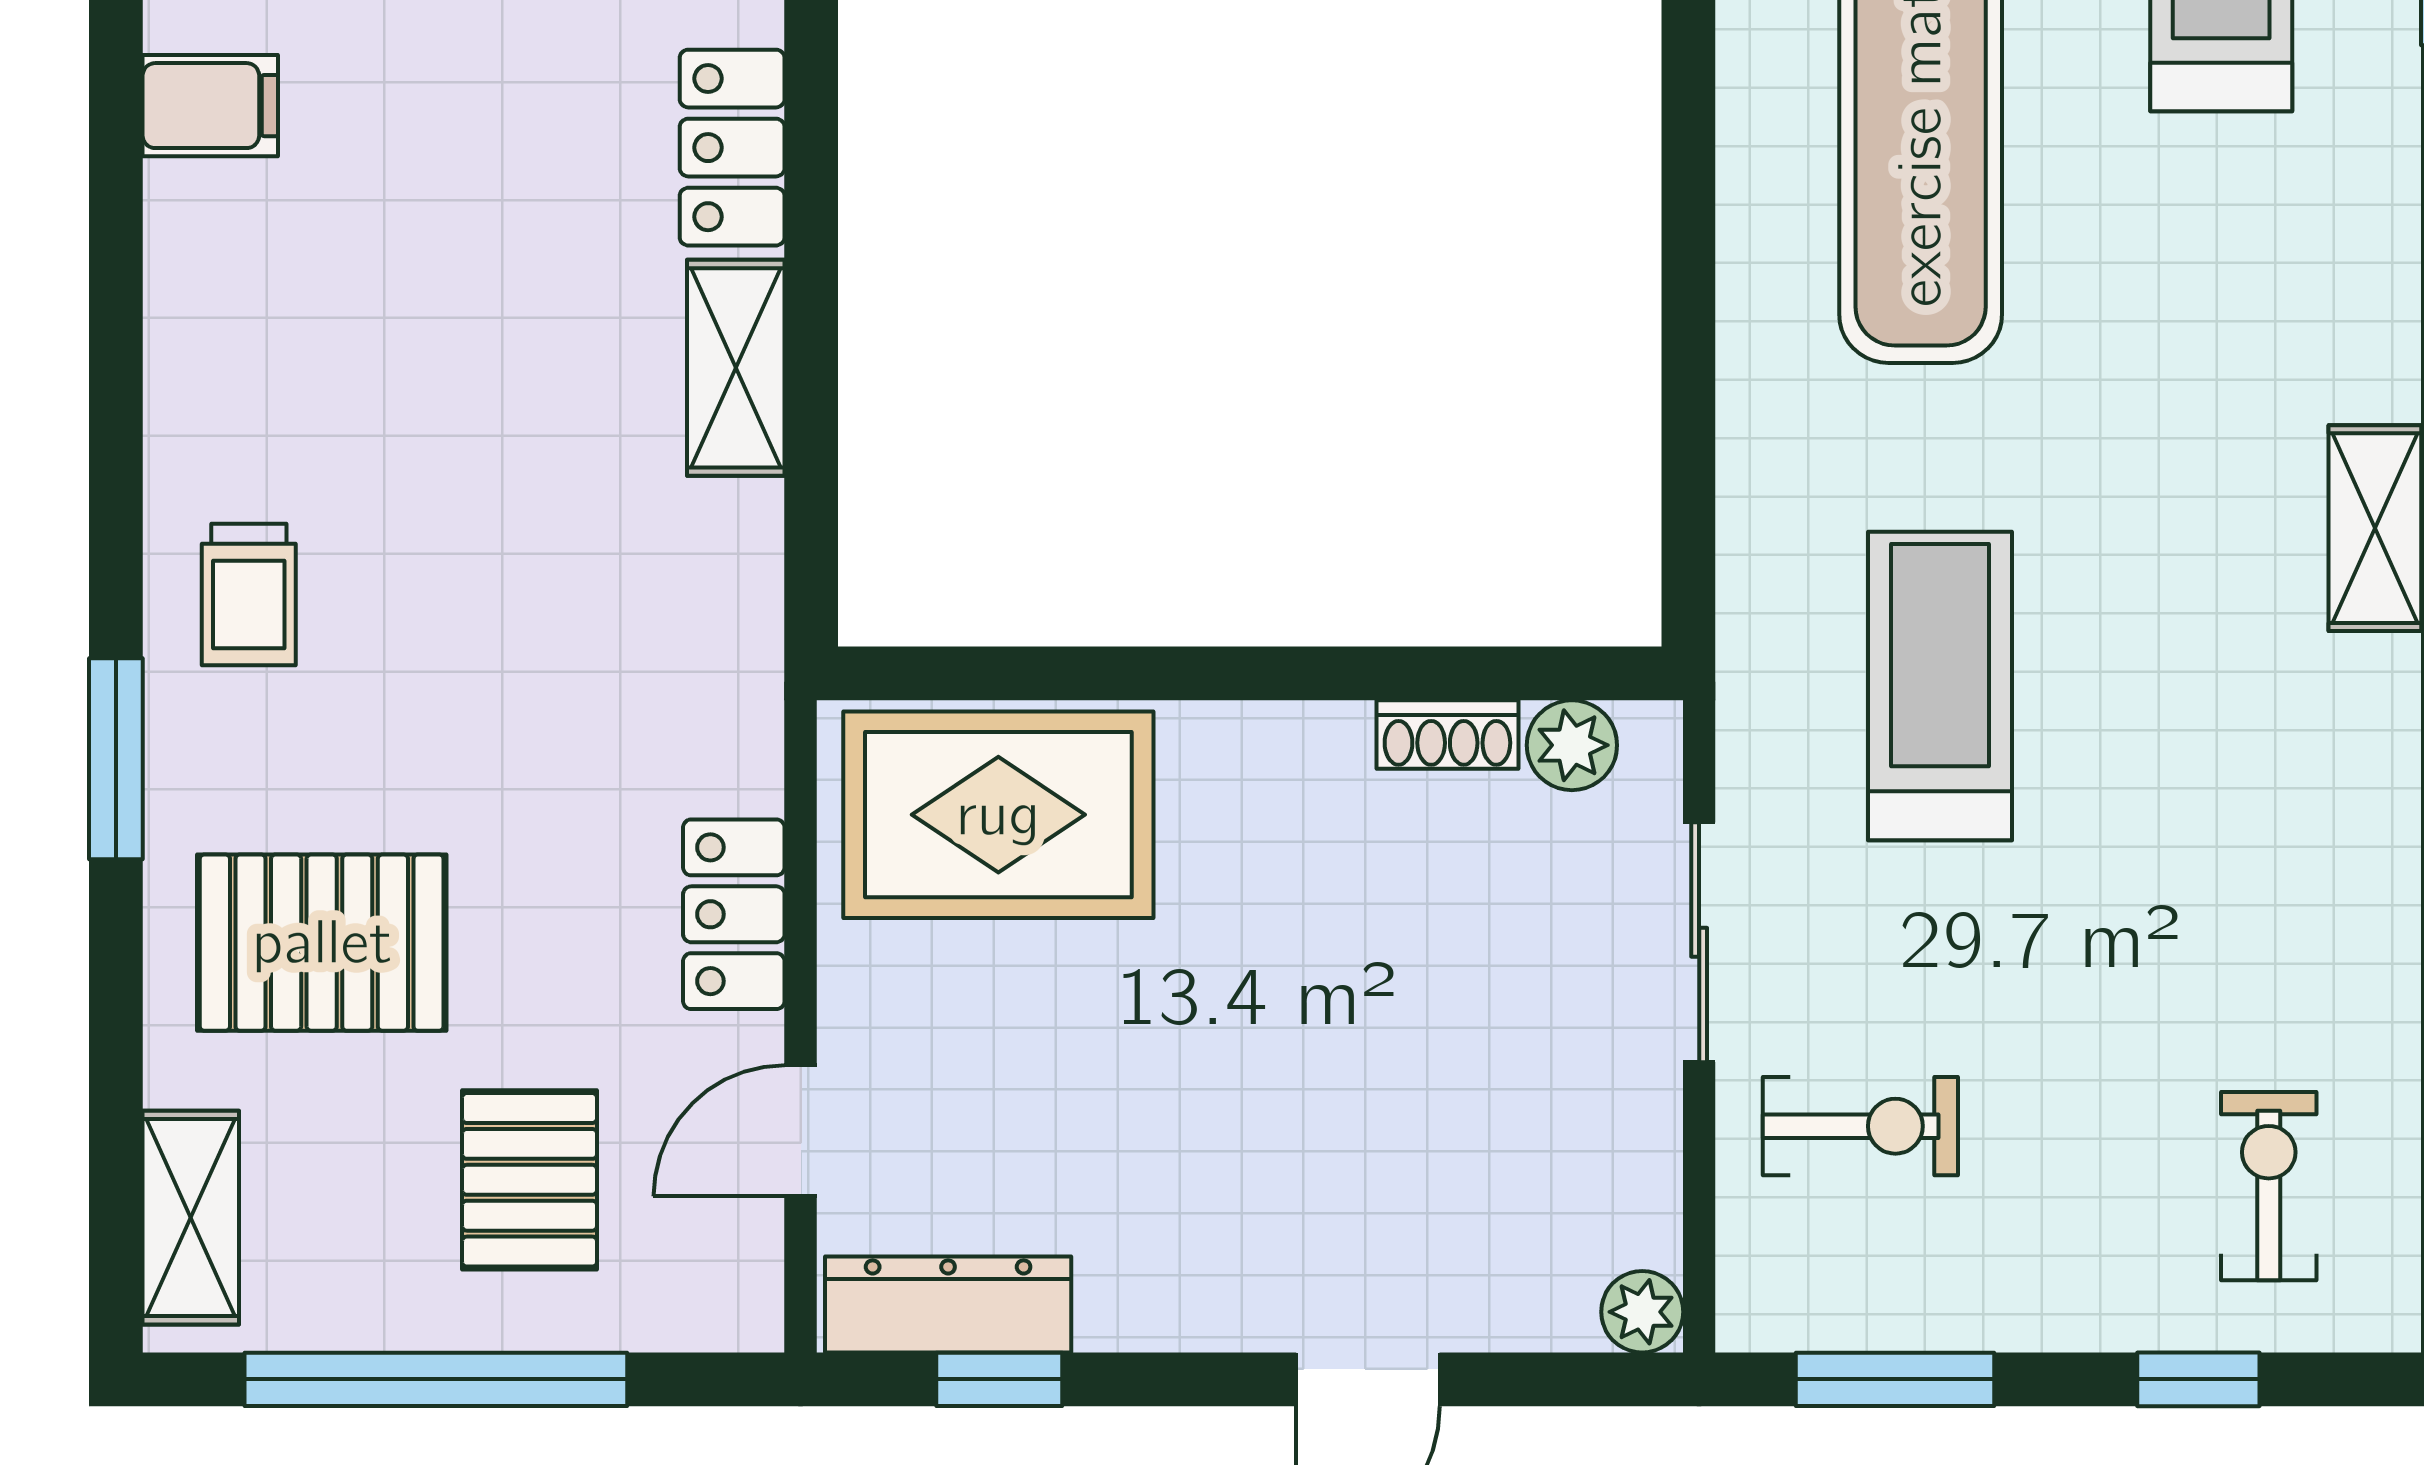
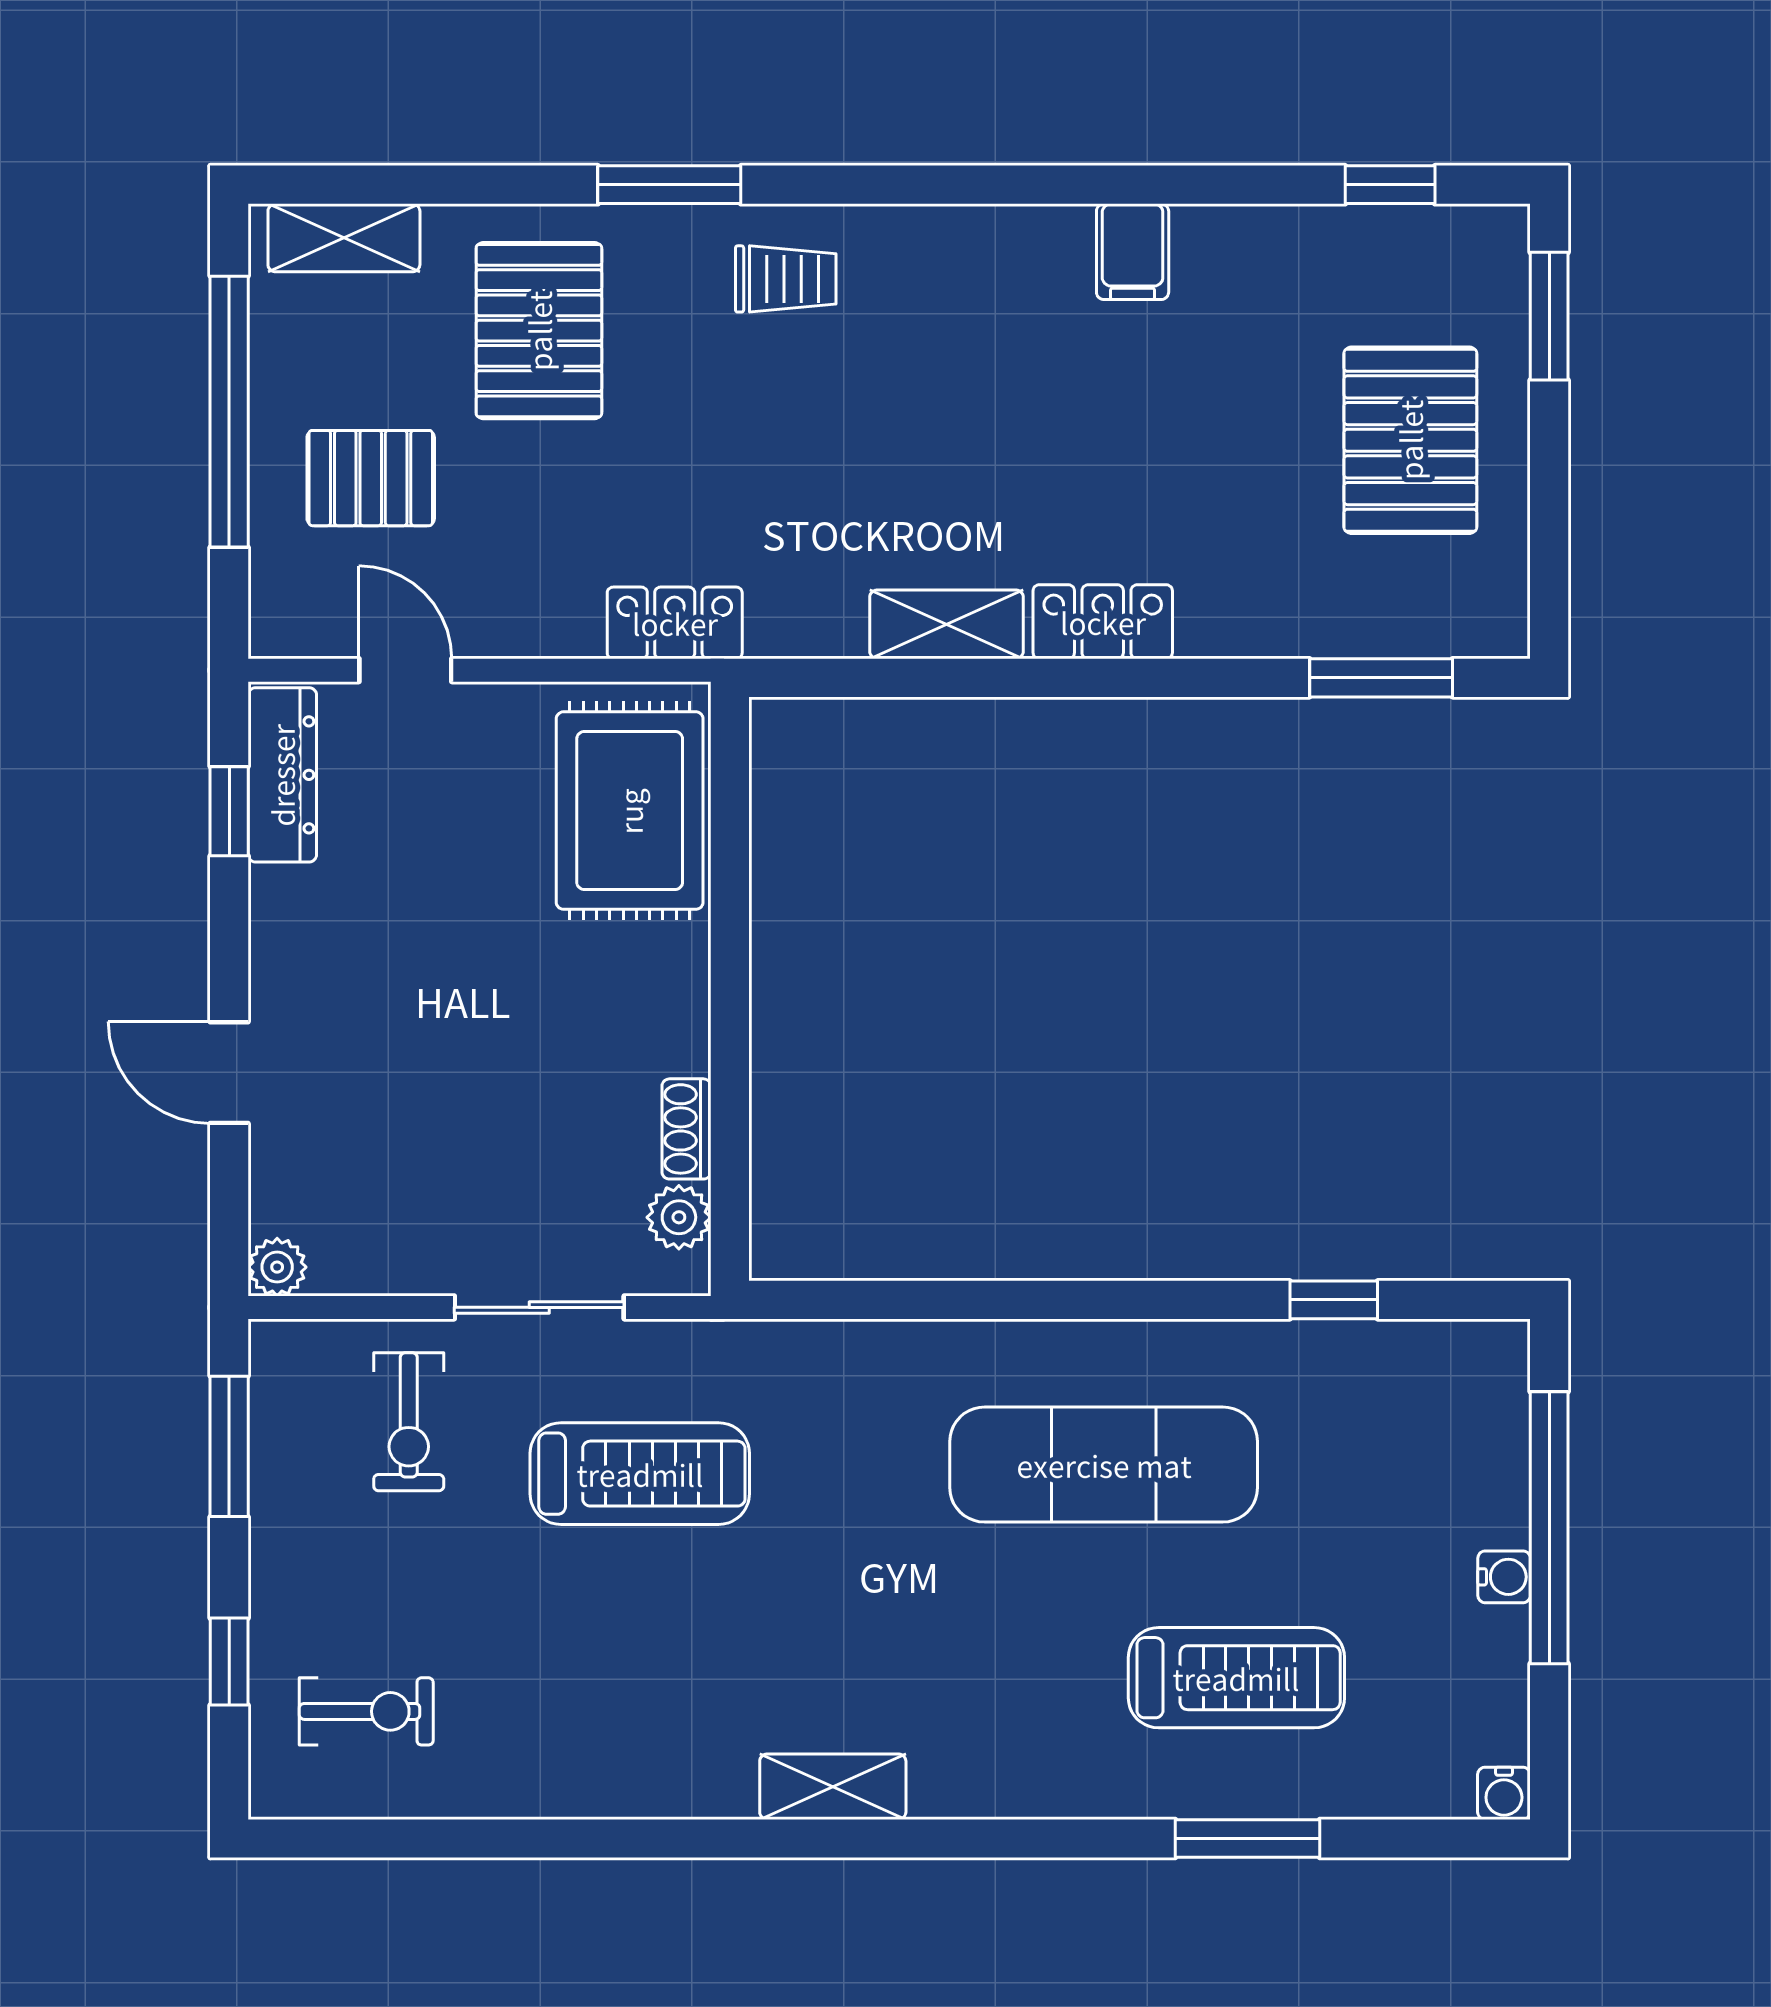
trolley: (249, 595) -> (786, 279), turned 180
treadmill: (1940, 686) -> (640, 1474), moved
locker: (734, 914) -> (675, 623), moved

